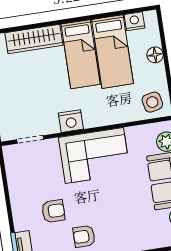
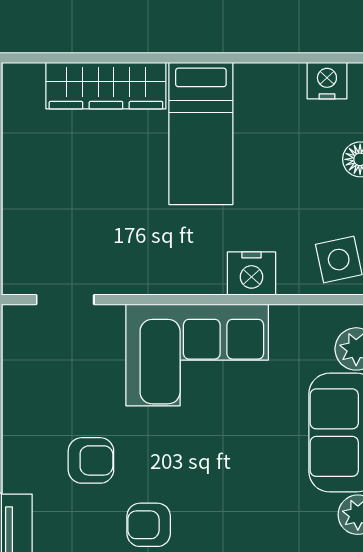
bed: (112, 52) -> (270, 138), removed
nightstand: (71, 121) -> (251, 274), moved

